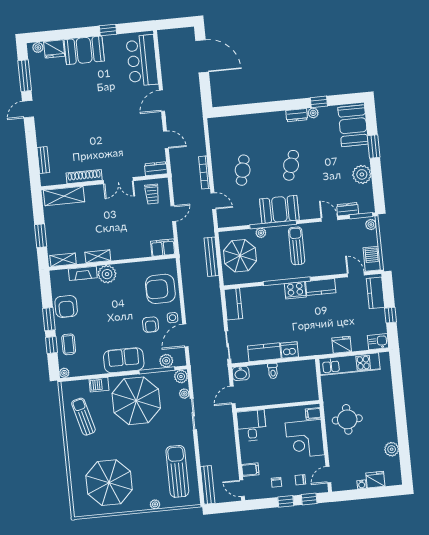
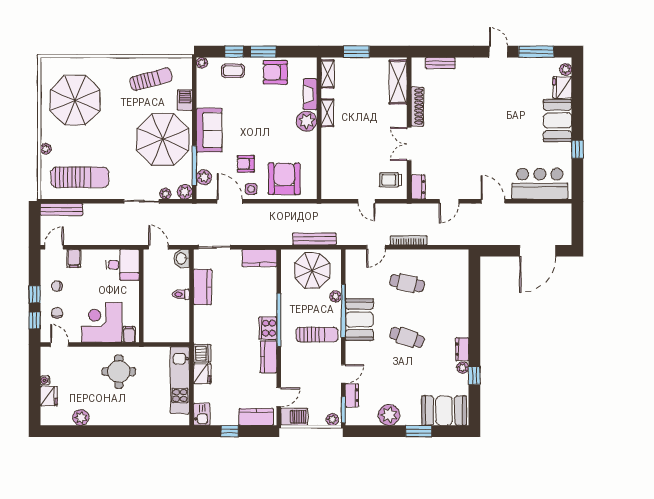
filing cabinet: (163, 248) -> (330, 186), removed
dishwasher: (289, 350) -> (202, 353), moved

